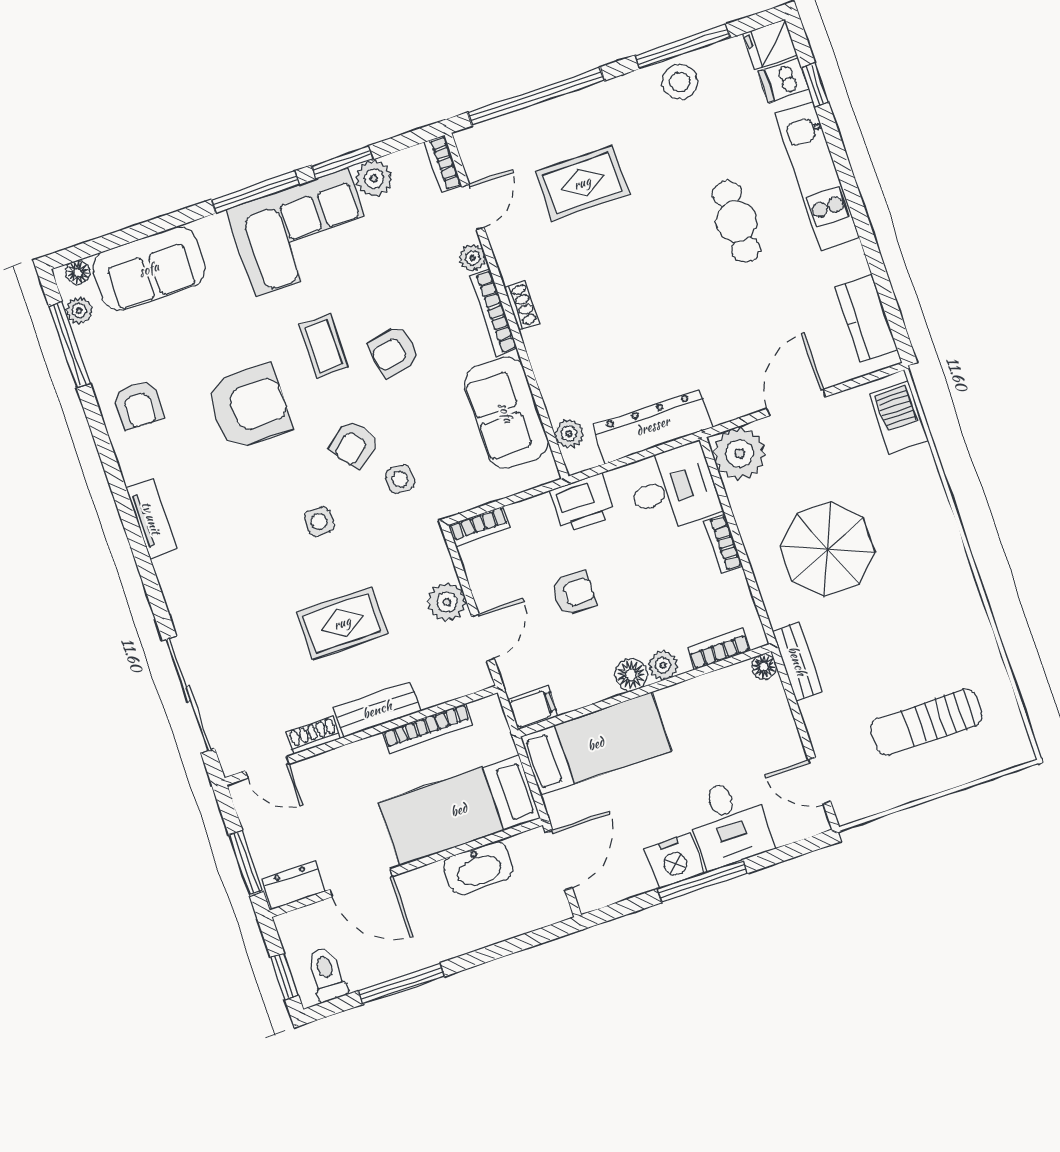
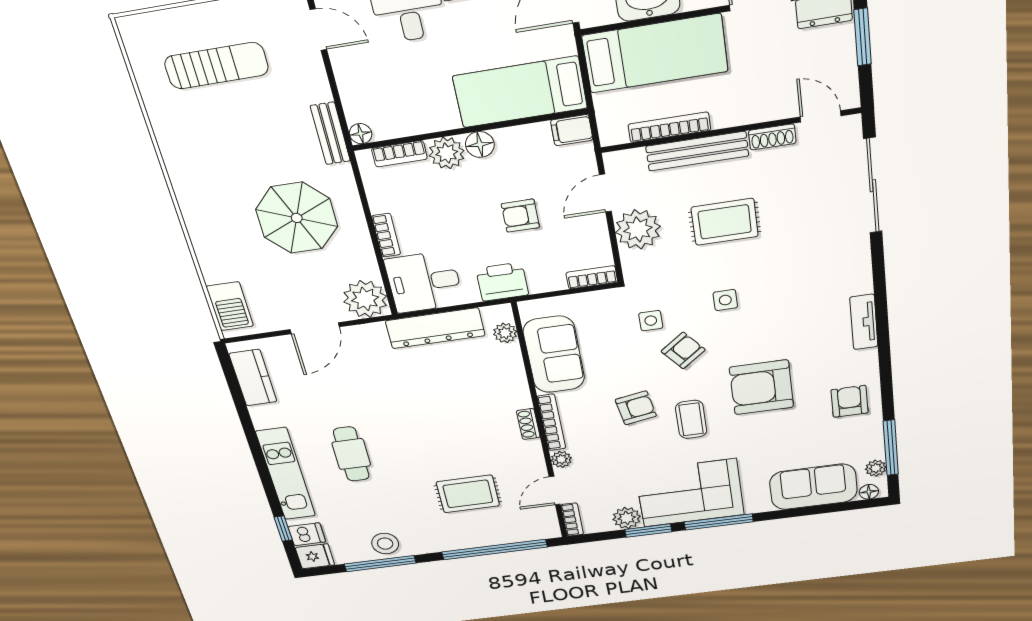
plant: (447, 602) -> (638, 229), width x1.36, depth x1.36
plant: (663, 665) -> (447, 153), width x1.38, depth x1.38
bench: (377, 710) -> (697, 151), width x1.36

